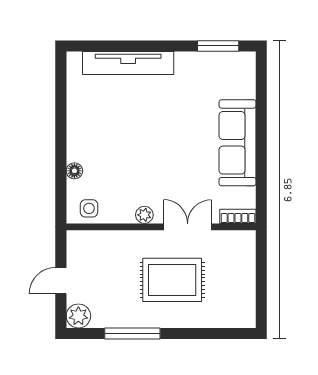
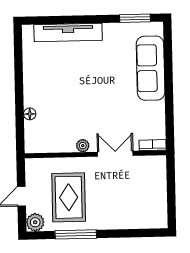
sofa: (238, 143) -> (151, 68), moved
side table: (89, 208) -> (41, 142), removed
rug: (172, 280) -> (69, 197), moved, turned 90

